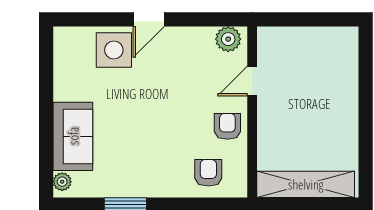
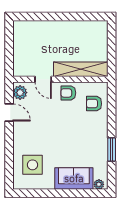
door: (149, 19) -> (9, 112), moved
side table: (114, 50) -> (33, 165), moved
shelving: (306, 184) -> (81, 69), moved, turned 90

